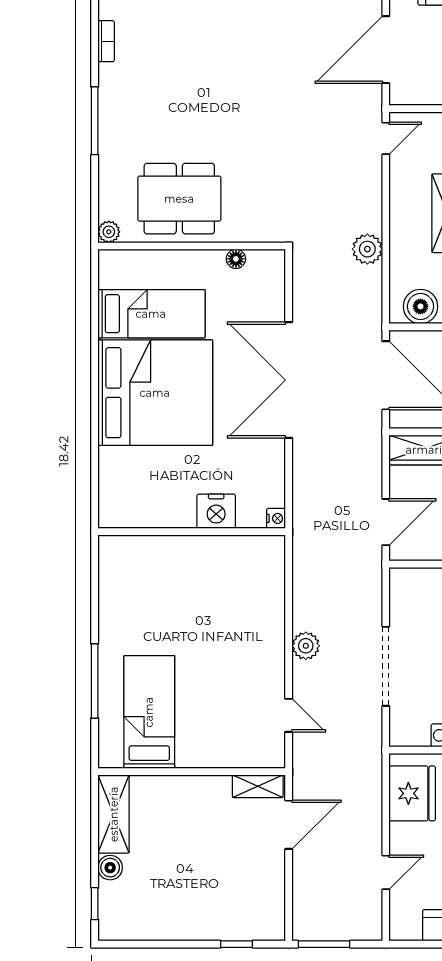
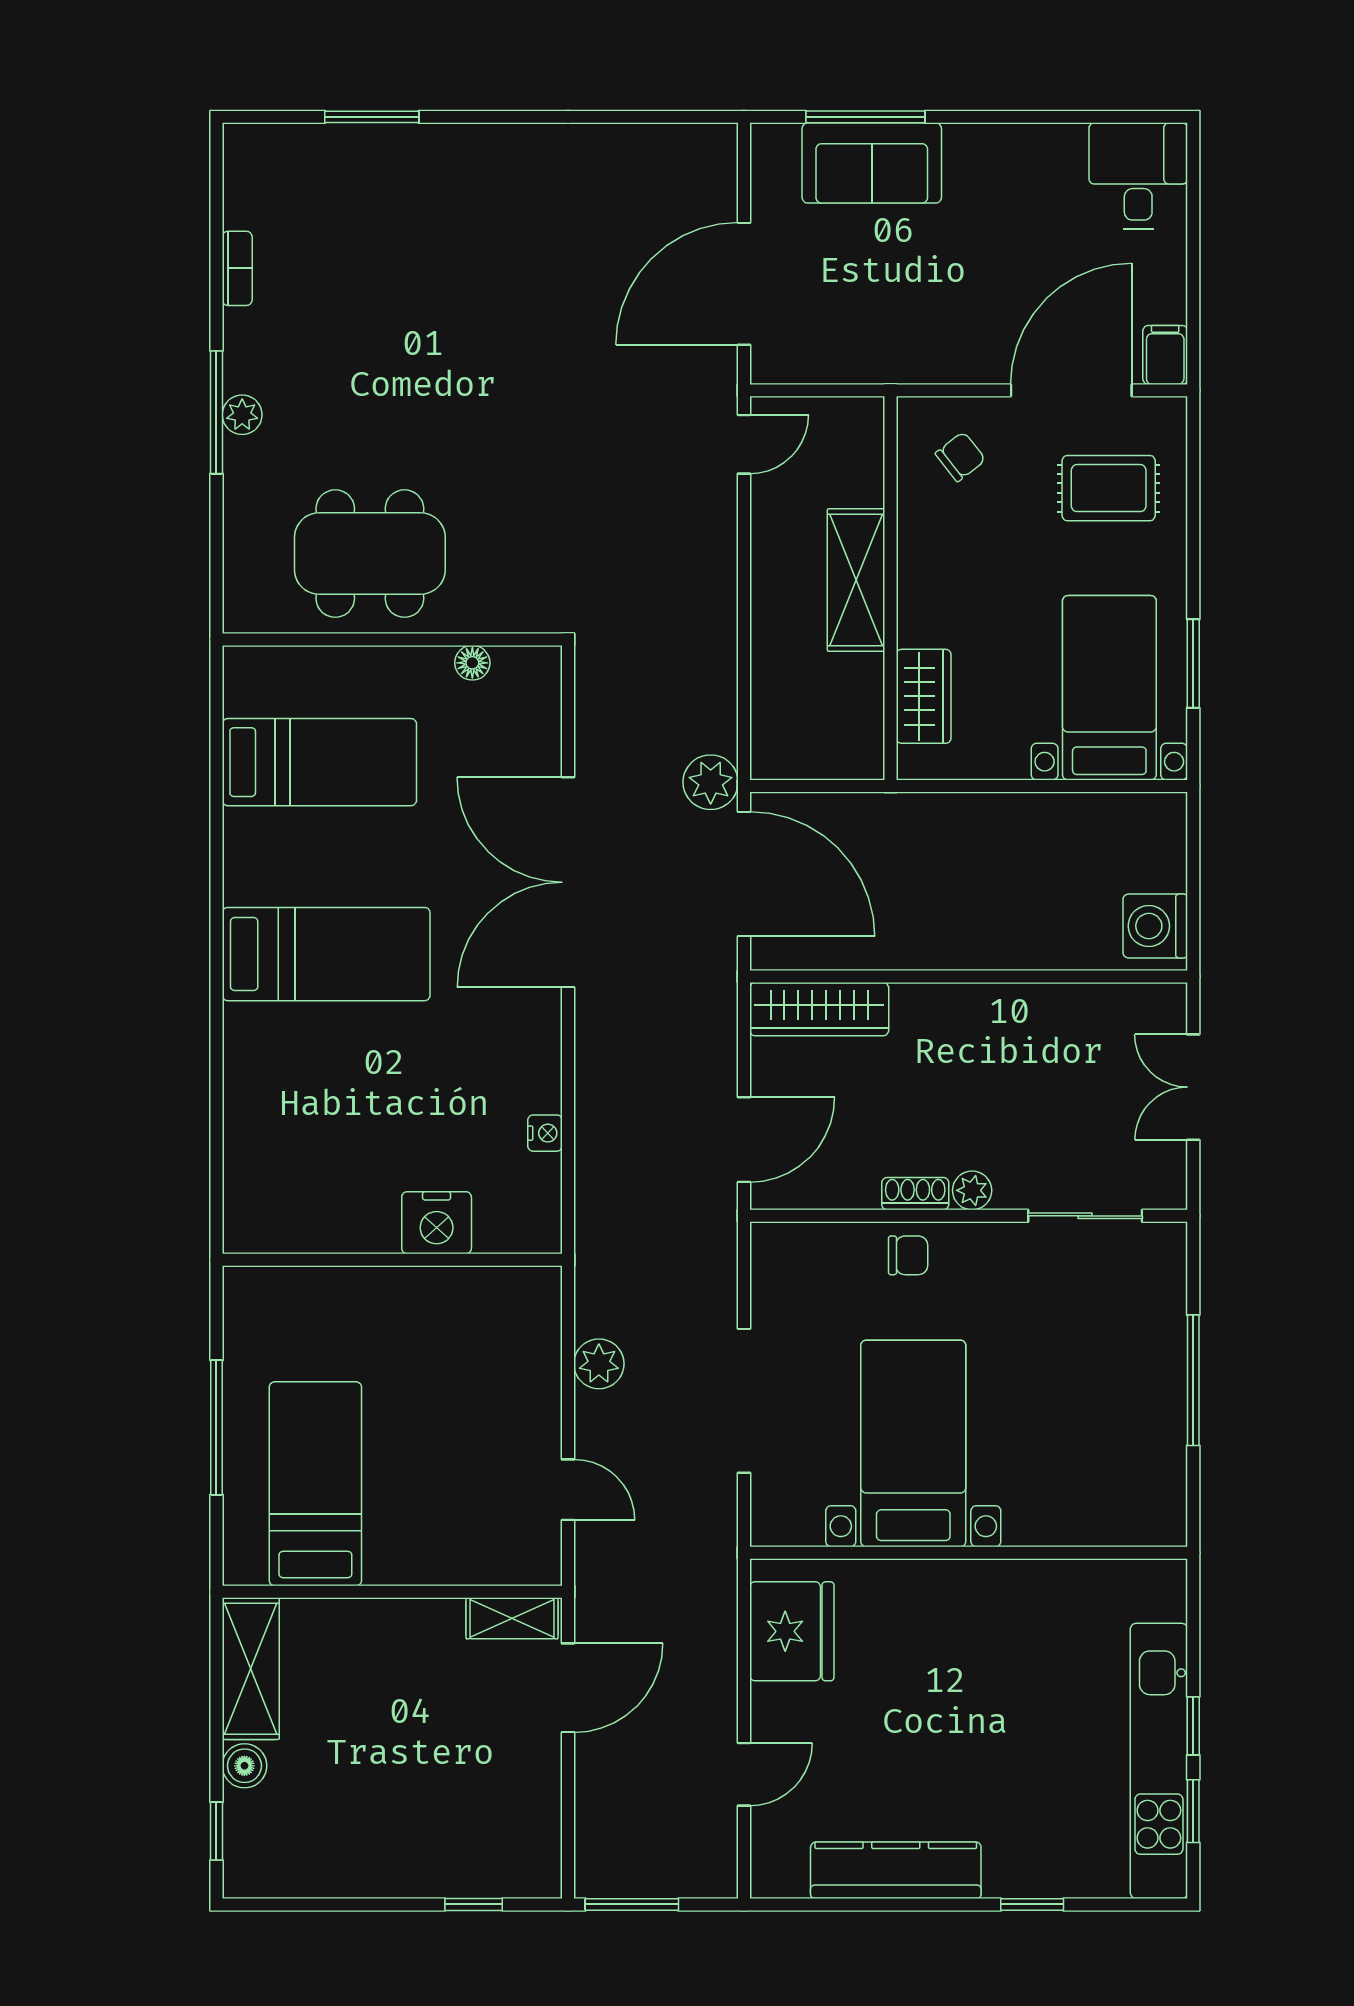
plant: (109, 232) -> (242, 415), moved
plant: (367, 249) -> (711, 782), moved
boiler: (420, 306) -> (807, 749), removed
bed: (155, 393) -> (326, 954), width x0.49
nightstand: (216, 511) -> (437, 1223), moved
wall: (192, 532) -> (392, 1260), moved

